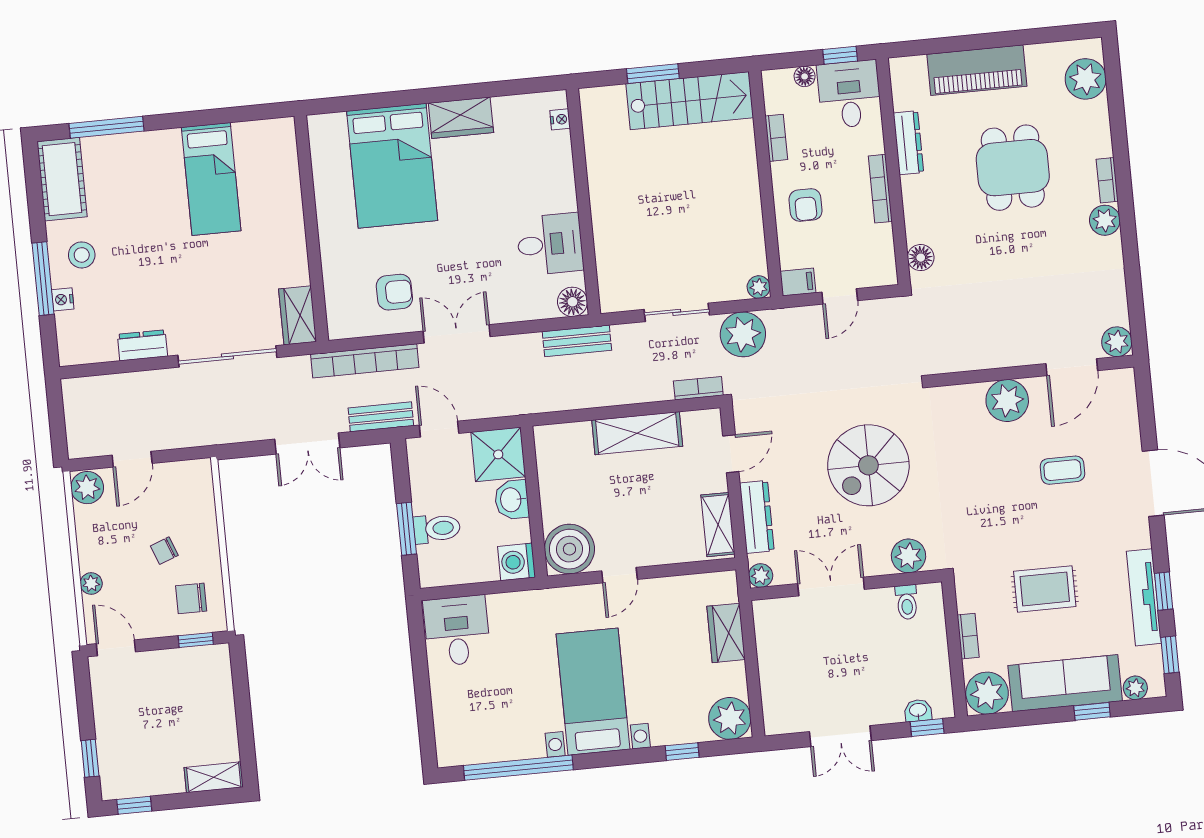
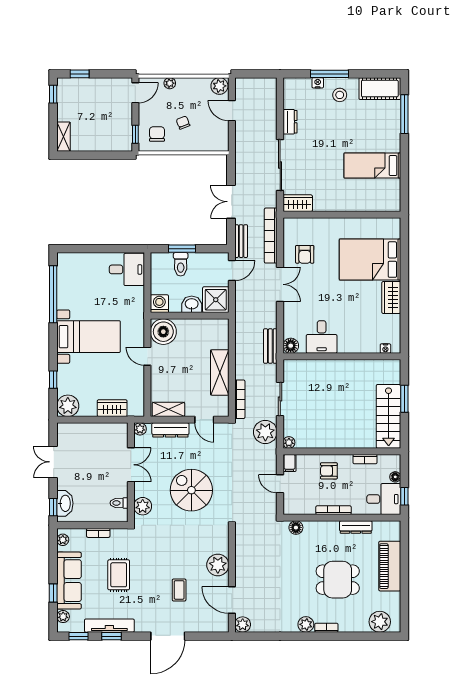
bookcase: (698, 388) -> (240, 399), width x1.56
plant: (987, 693) -> (63, 540), width x0.53, depth x0.53
washbasin: (918, 711) -> (65, 503), width x1.91, depth x1.45

